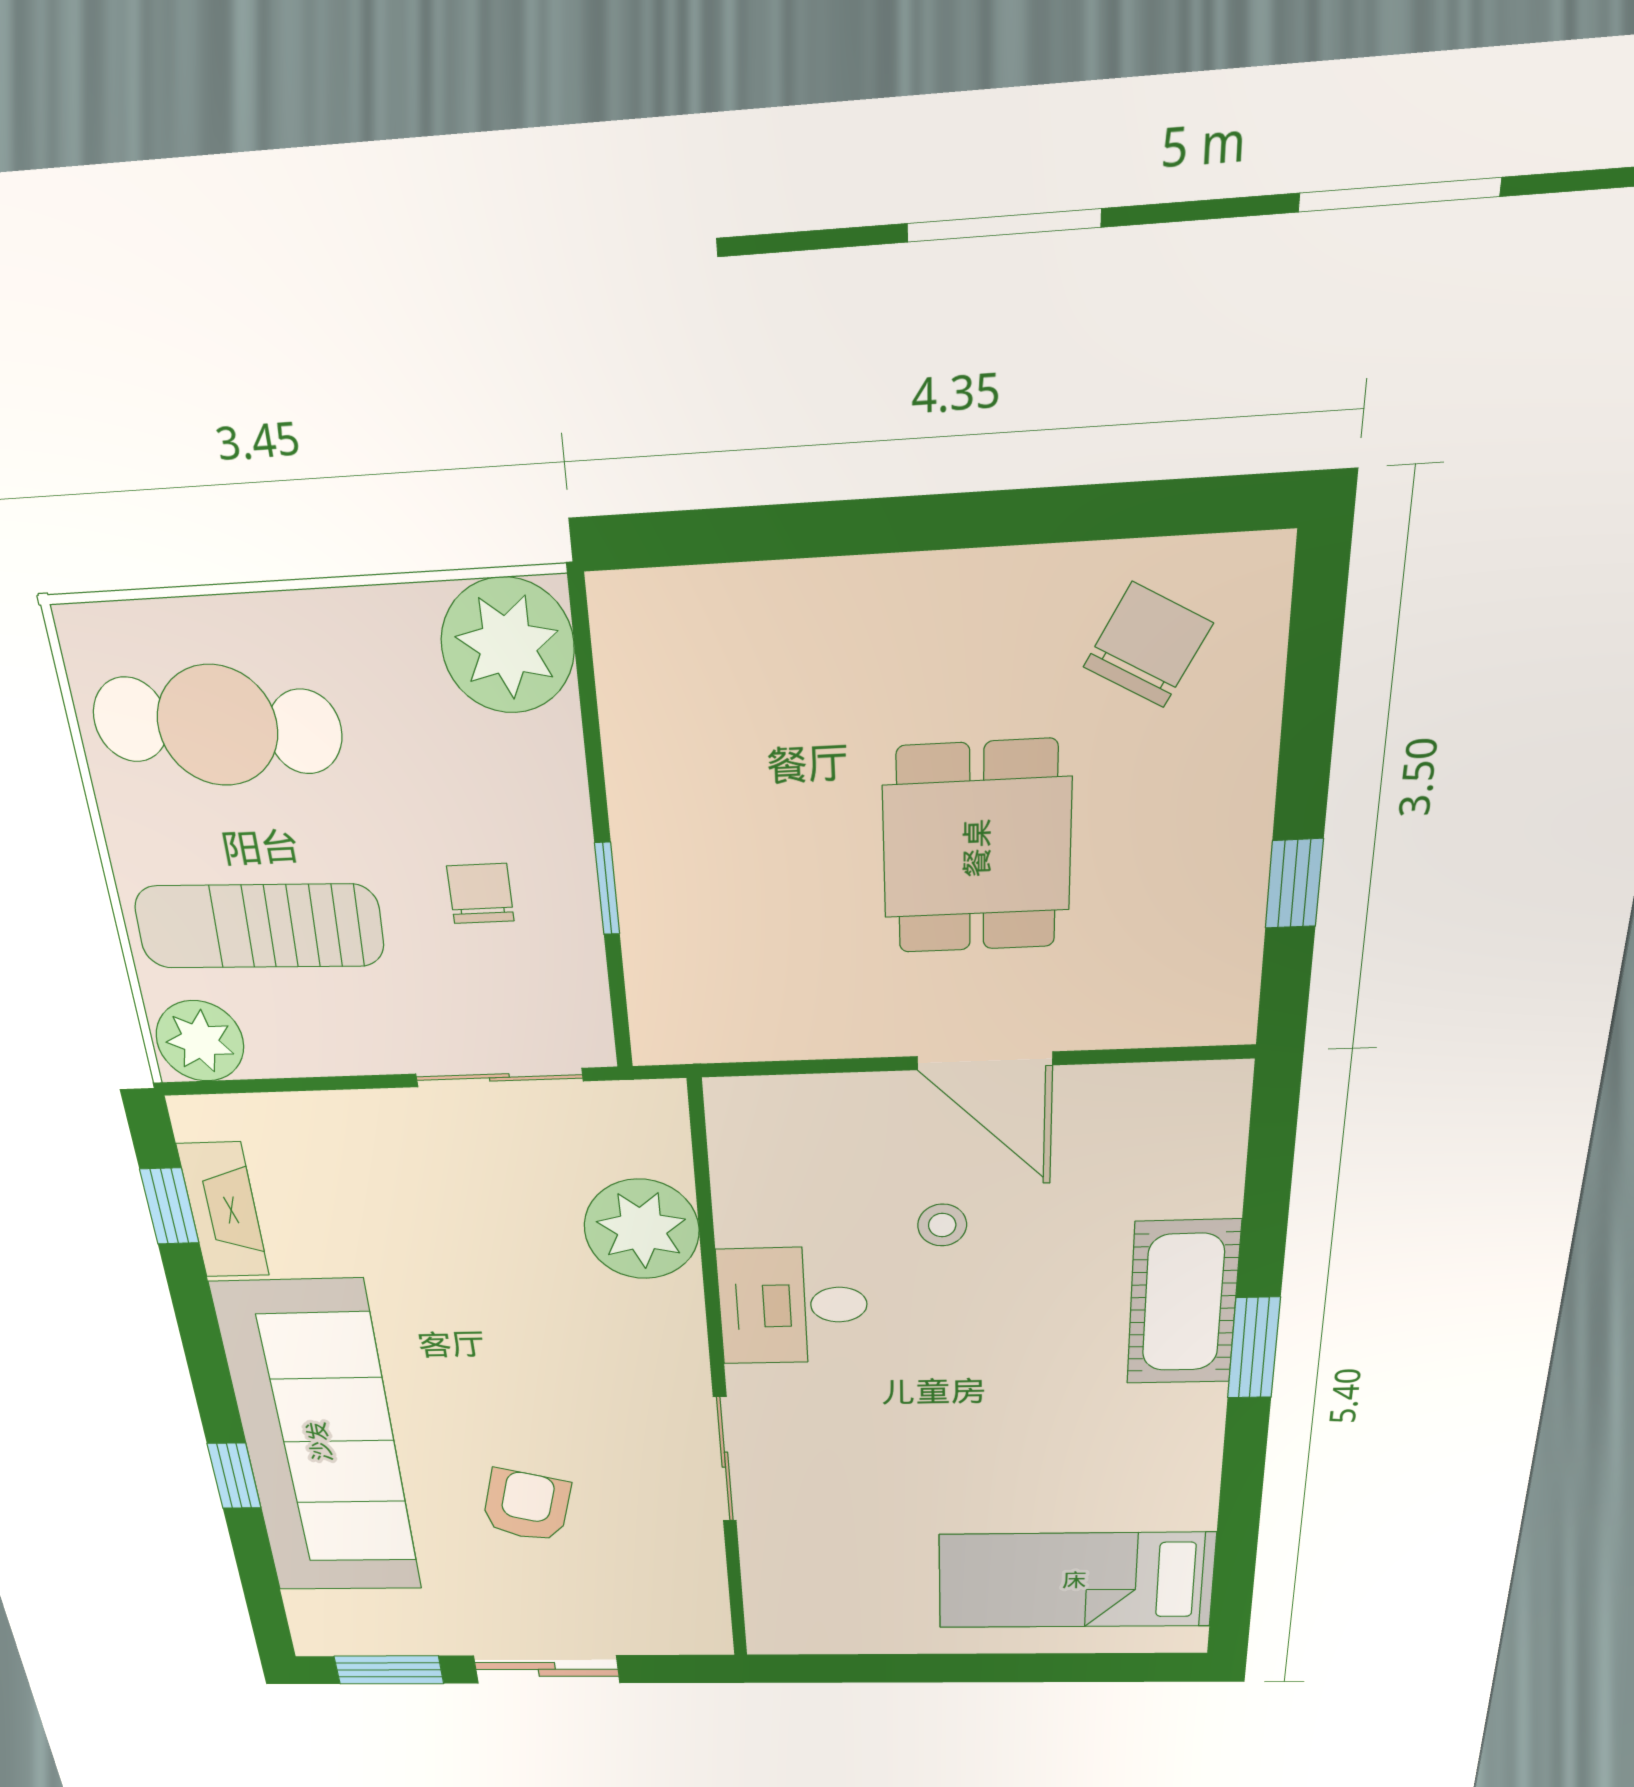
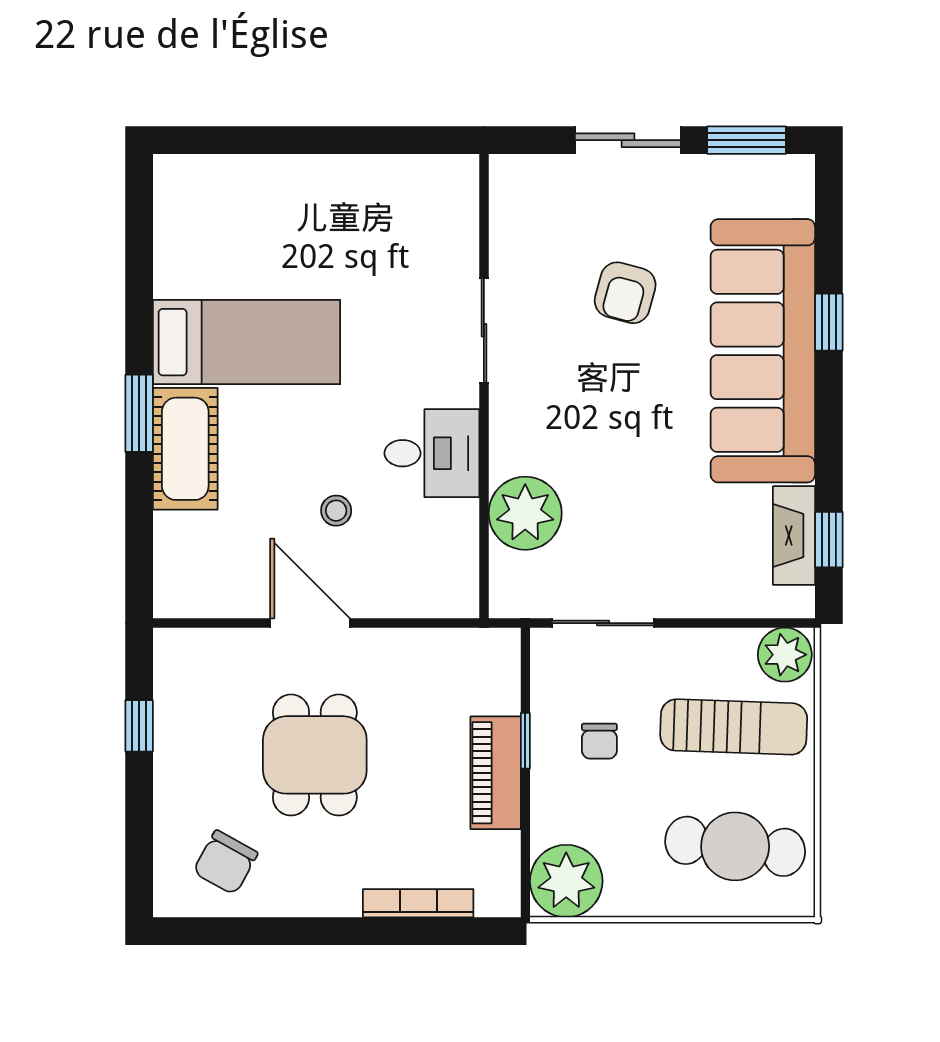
bookcase: (779, 587) -> (418, 903), added
piano: (654, 833) -> (496, 773), added
bed: (1075, 1580) -> (247, 342), moved

